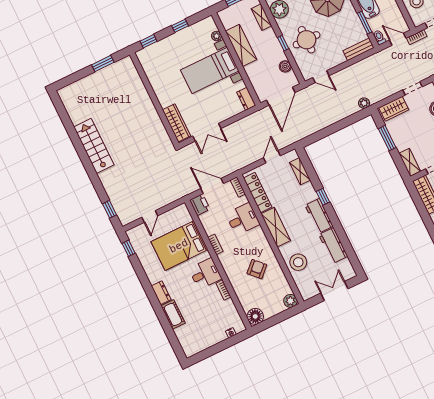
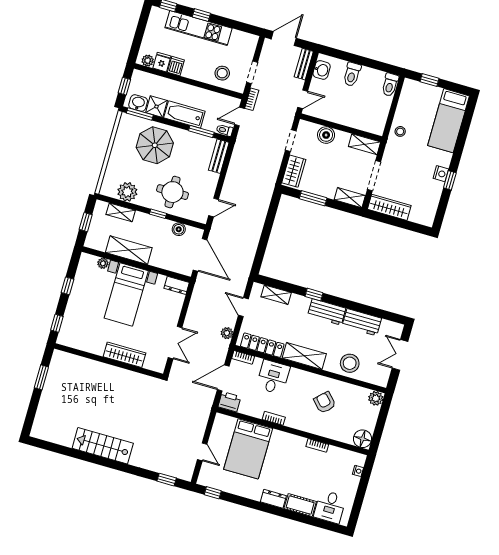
plant: (364, 103) -> (227, 333), moved
wardrobe: (176, 123) -> (125, 355), moved
desk: (205, 274) -> (330, 507), moved, turned 180

